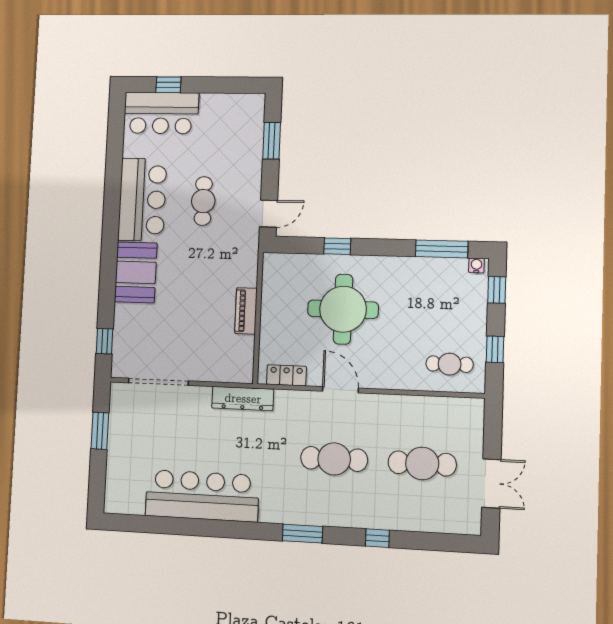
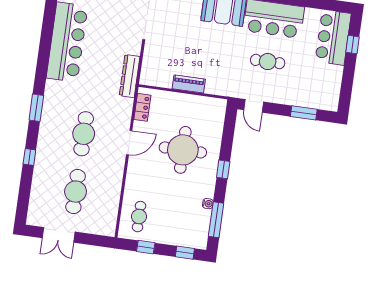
window: (337, 246) -> (223, 169), moved
water cooler: (476, 265) -> (208, 204), moved

